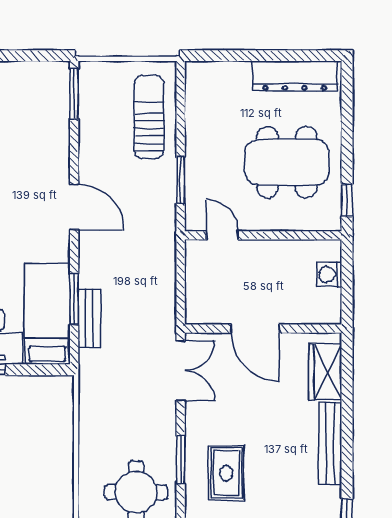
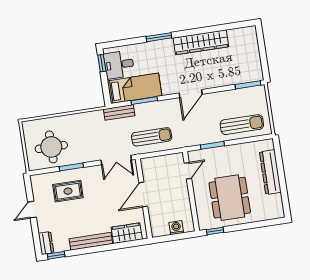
dresser: (295, 76) -> (270, 172), moved
sun lounger: (146, 295) -> (152, 137), added
bench: (89, 318) -> (119, 112), moved

